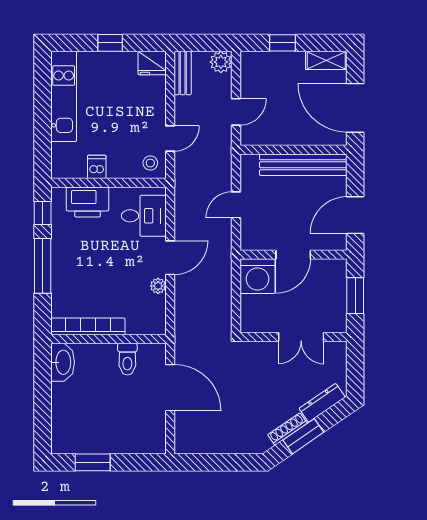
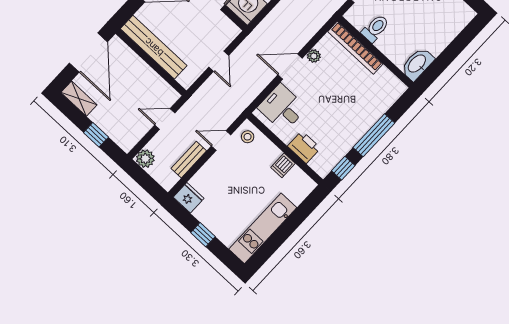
bench: (183, 73) -> (189, 160), moved
printer: (88, 202) -> (304, 147), width x0.73, depth x0.84
door: (236, 205) -> (219, 61), hinge flipped
bookcase: (88, 326) -> (355, 48), moved

